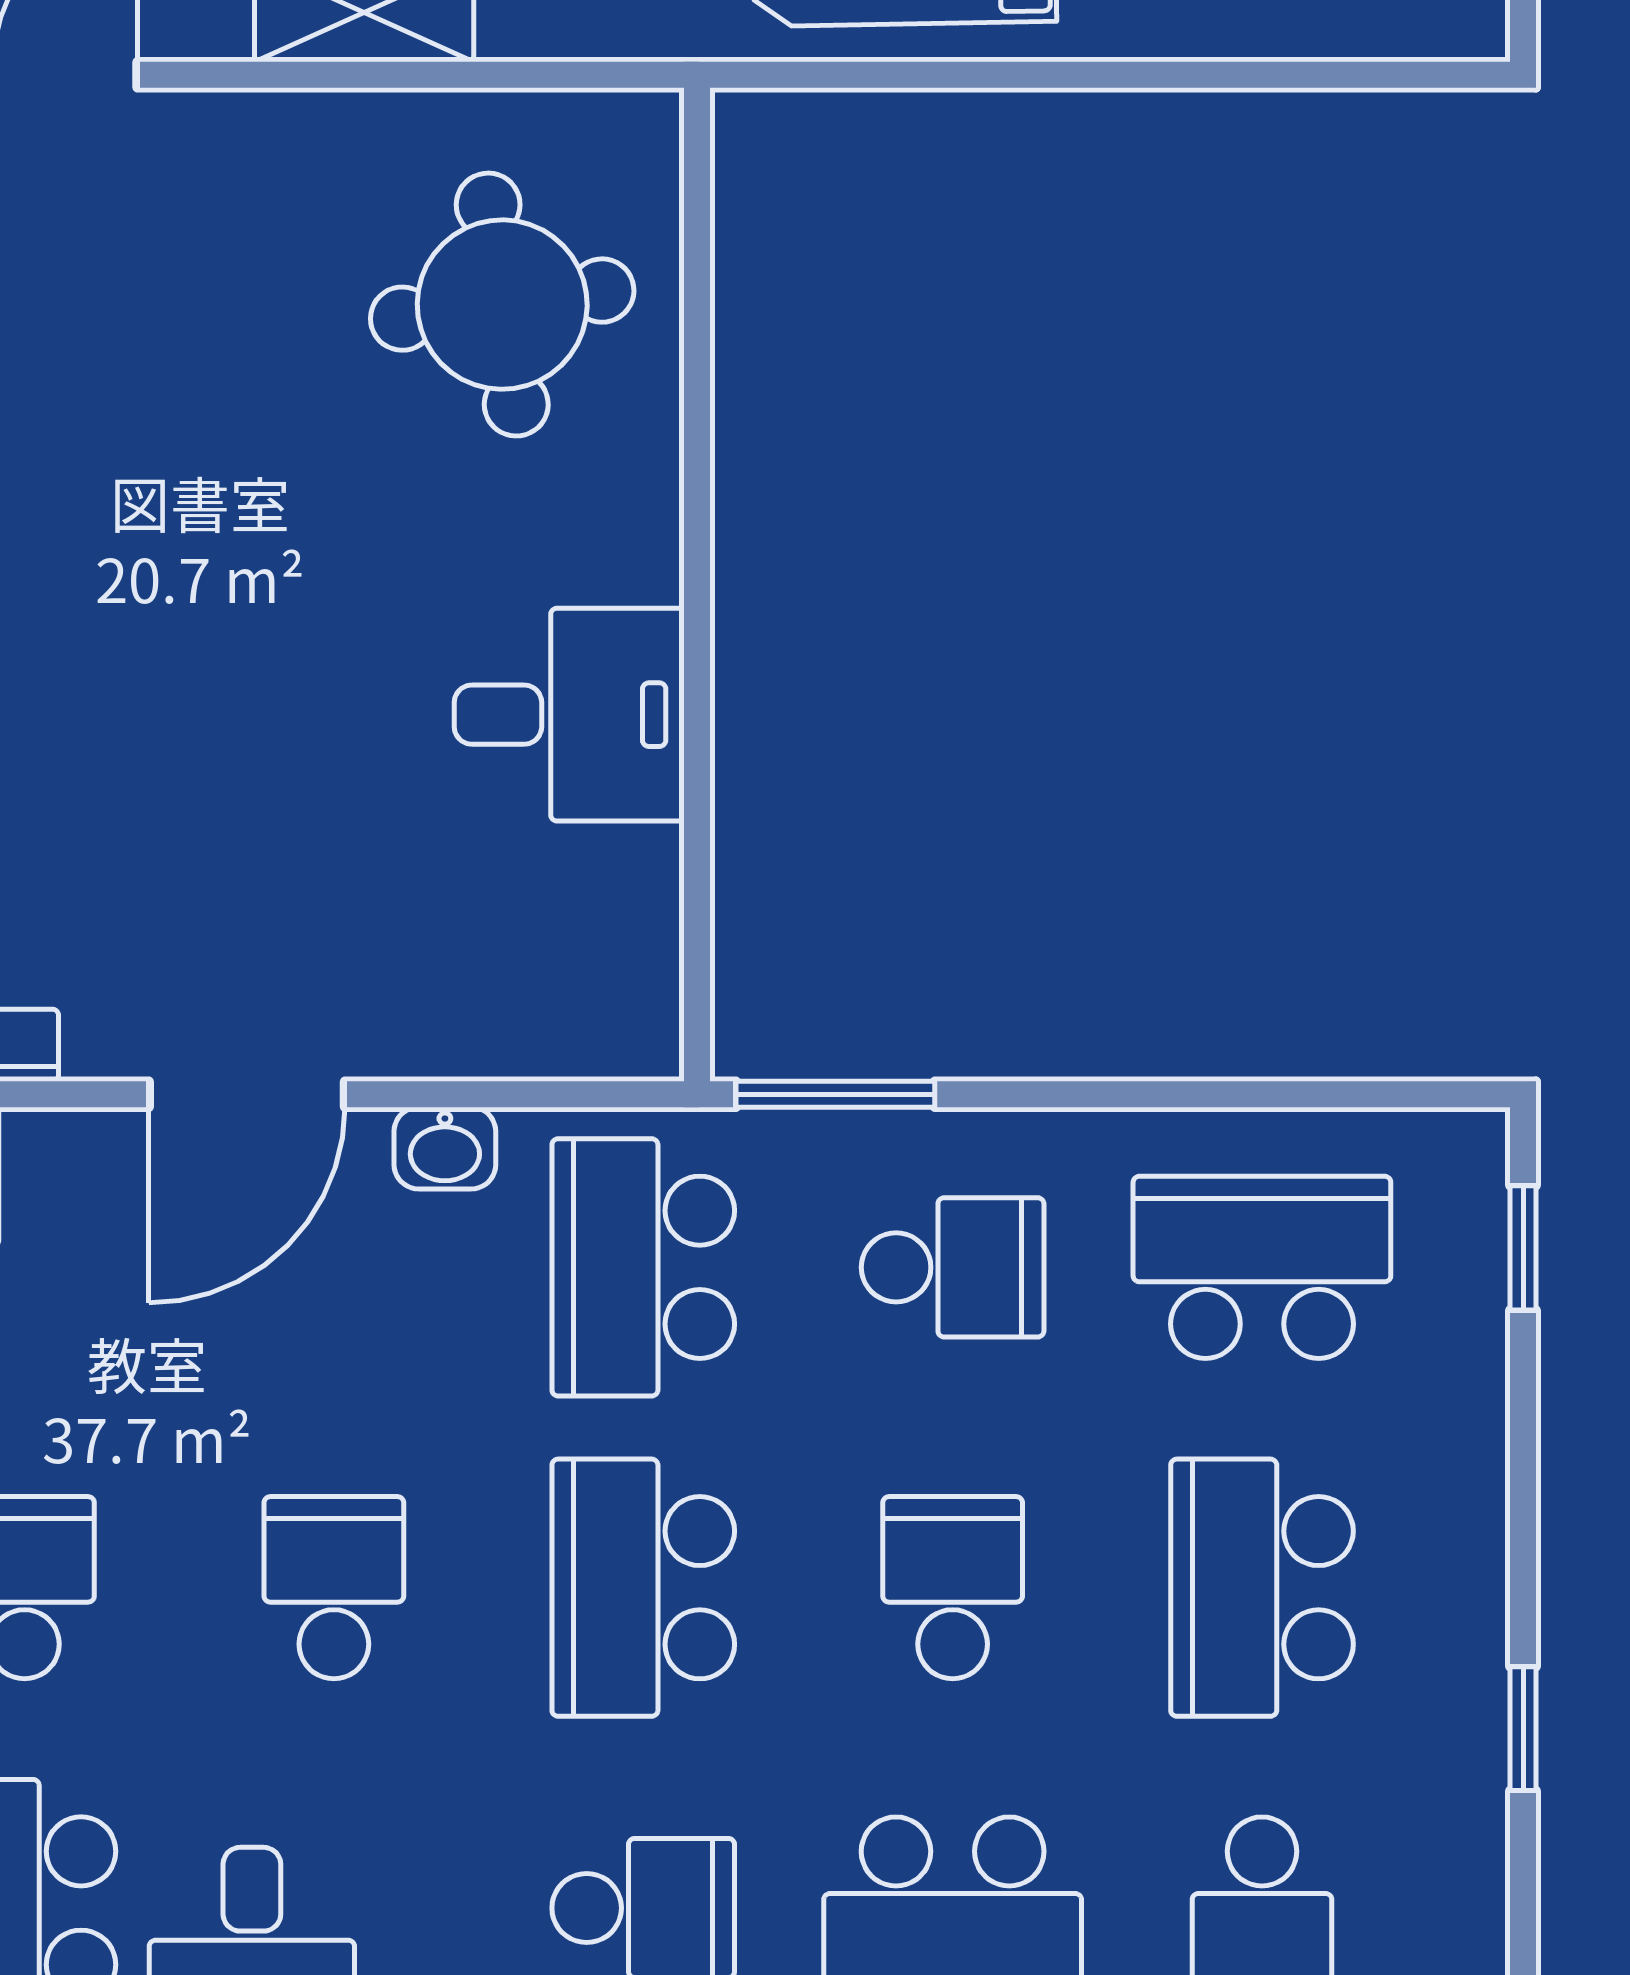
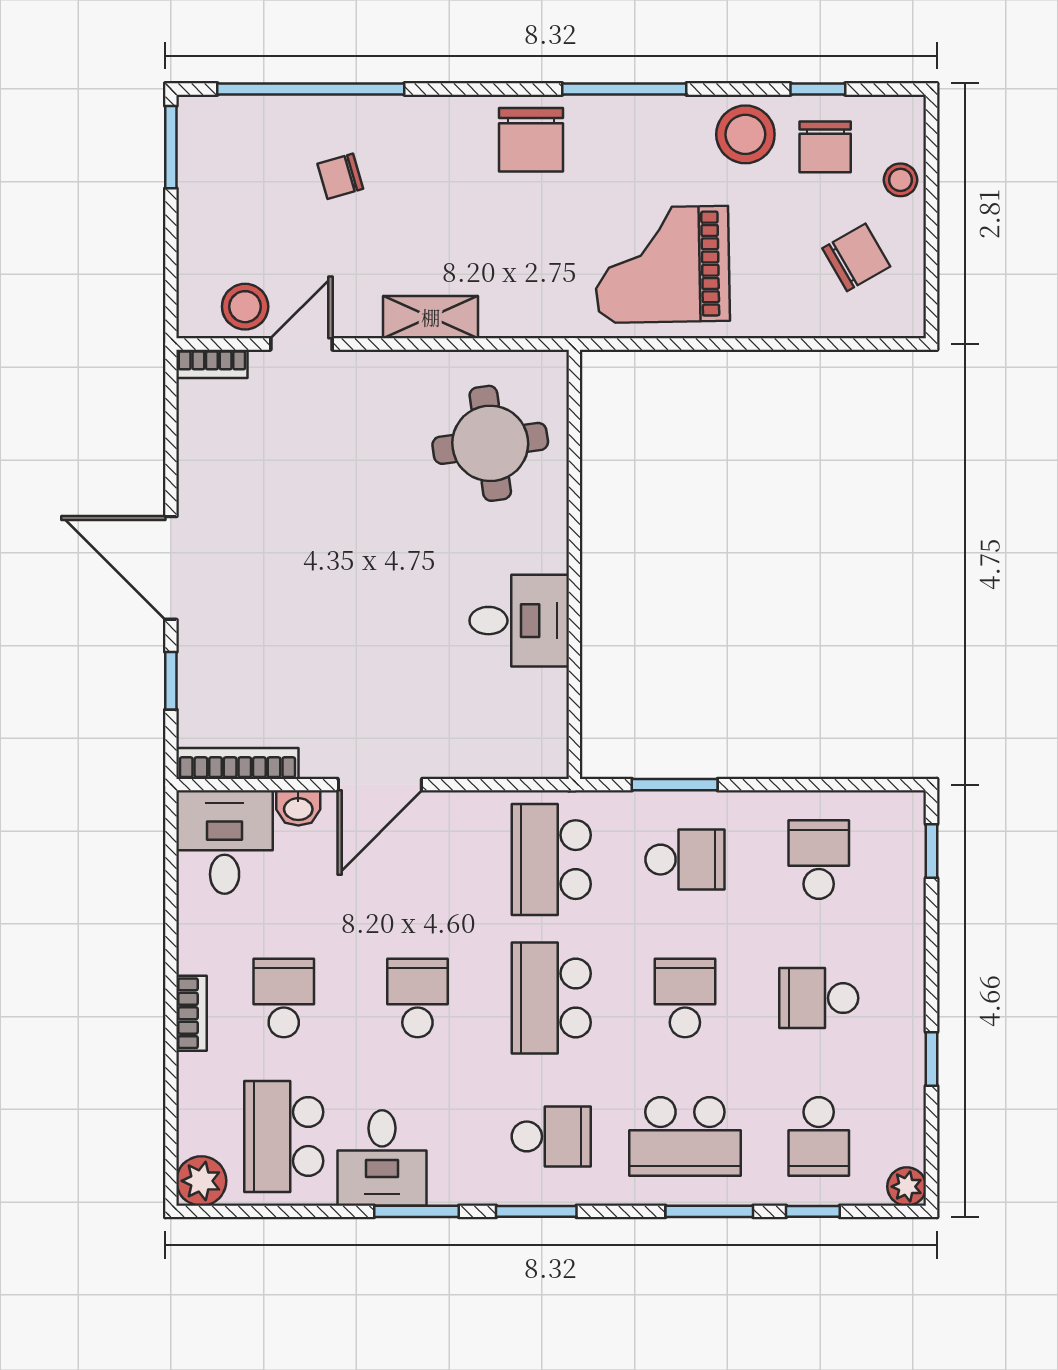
window: (835, 1094) -> (675, 785), moved
washbasin: (445, 1148) -> (298, 808), moved
school desk: (1262, 1267) -> (819, 860), width x0.54
school desk: (1262, 1588) -> (819, 998), width x0.54

